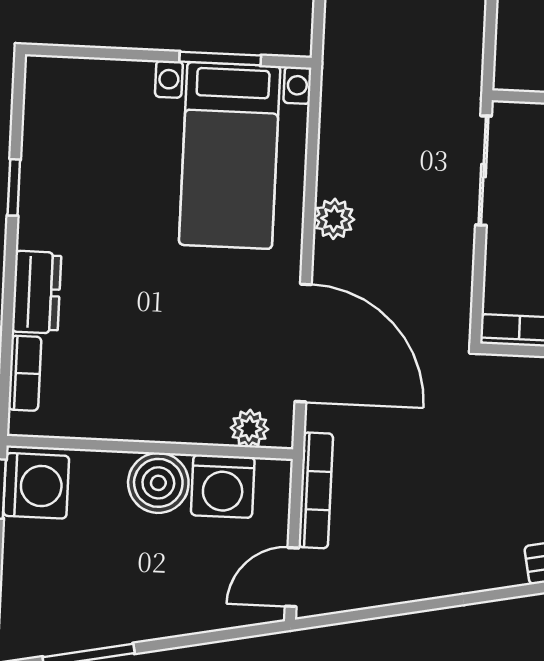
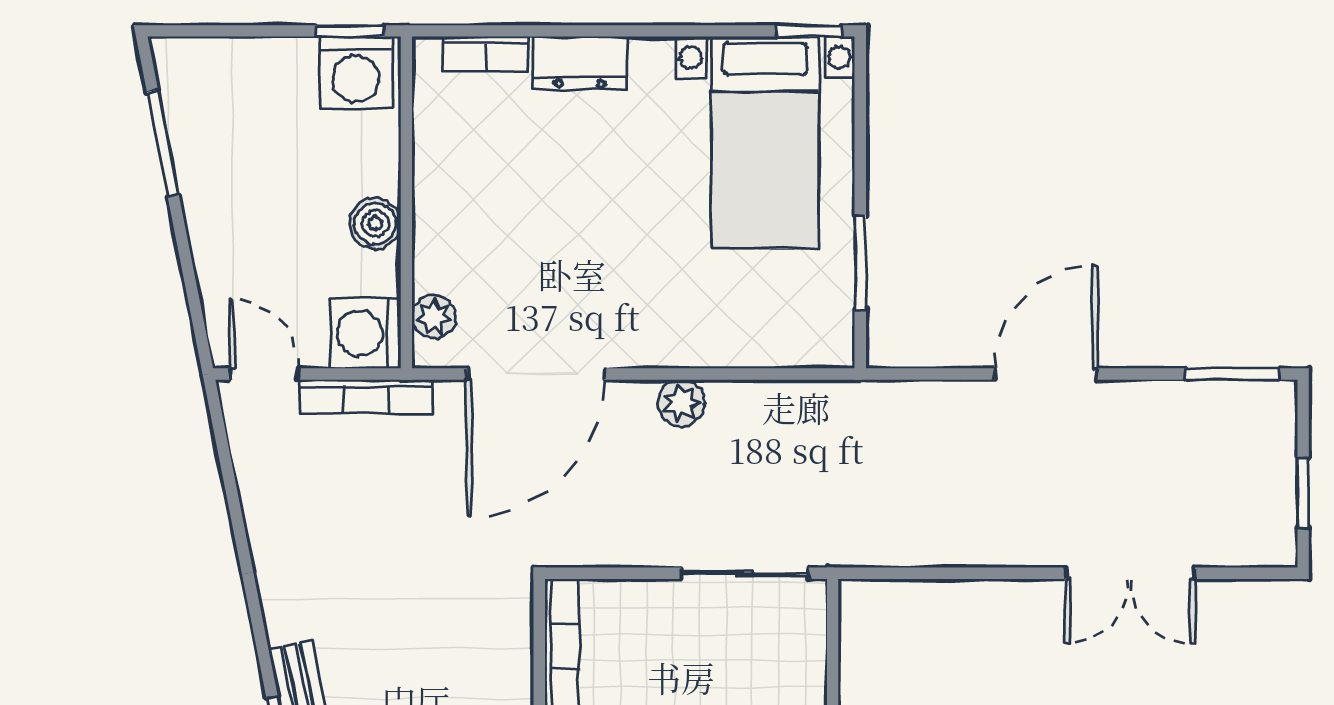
bed with nightstands: (230, 155) -> (765, 143), moved, turned -90
window: (14, 187) -> (809, 31), moved
boiler: (158, 483) -> (375, 223), width x0.73, depth x0.73
washing machine: (223, 486) -> (366, 333), moved

